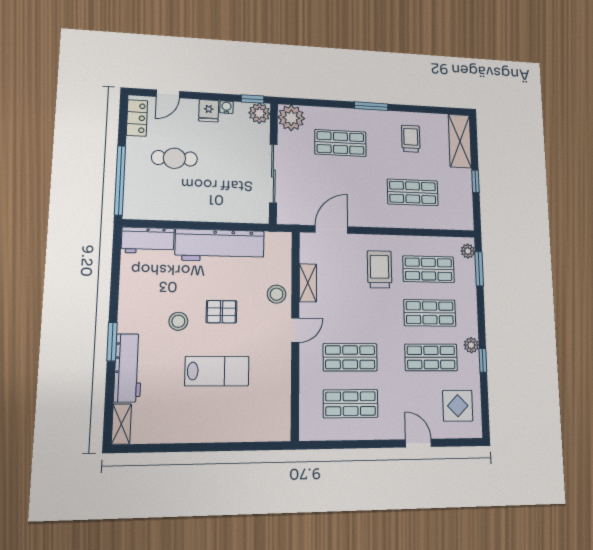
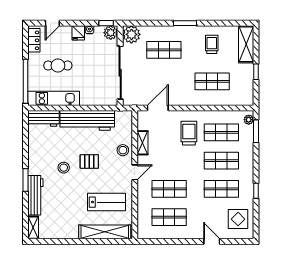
sliding door: (273, 174) -> (120, 73), width x1.36
kitchen unit: (166, 209) -> (54, 98), added
plant: (471, 345) -> (249, 181), removed
lab bench: (217, 371) -> (107, 202), moved
shelving: (245, 430) -> (105, 232), added

